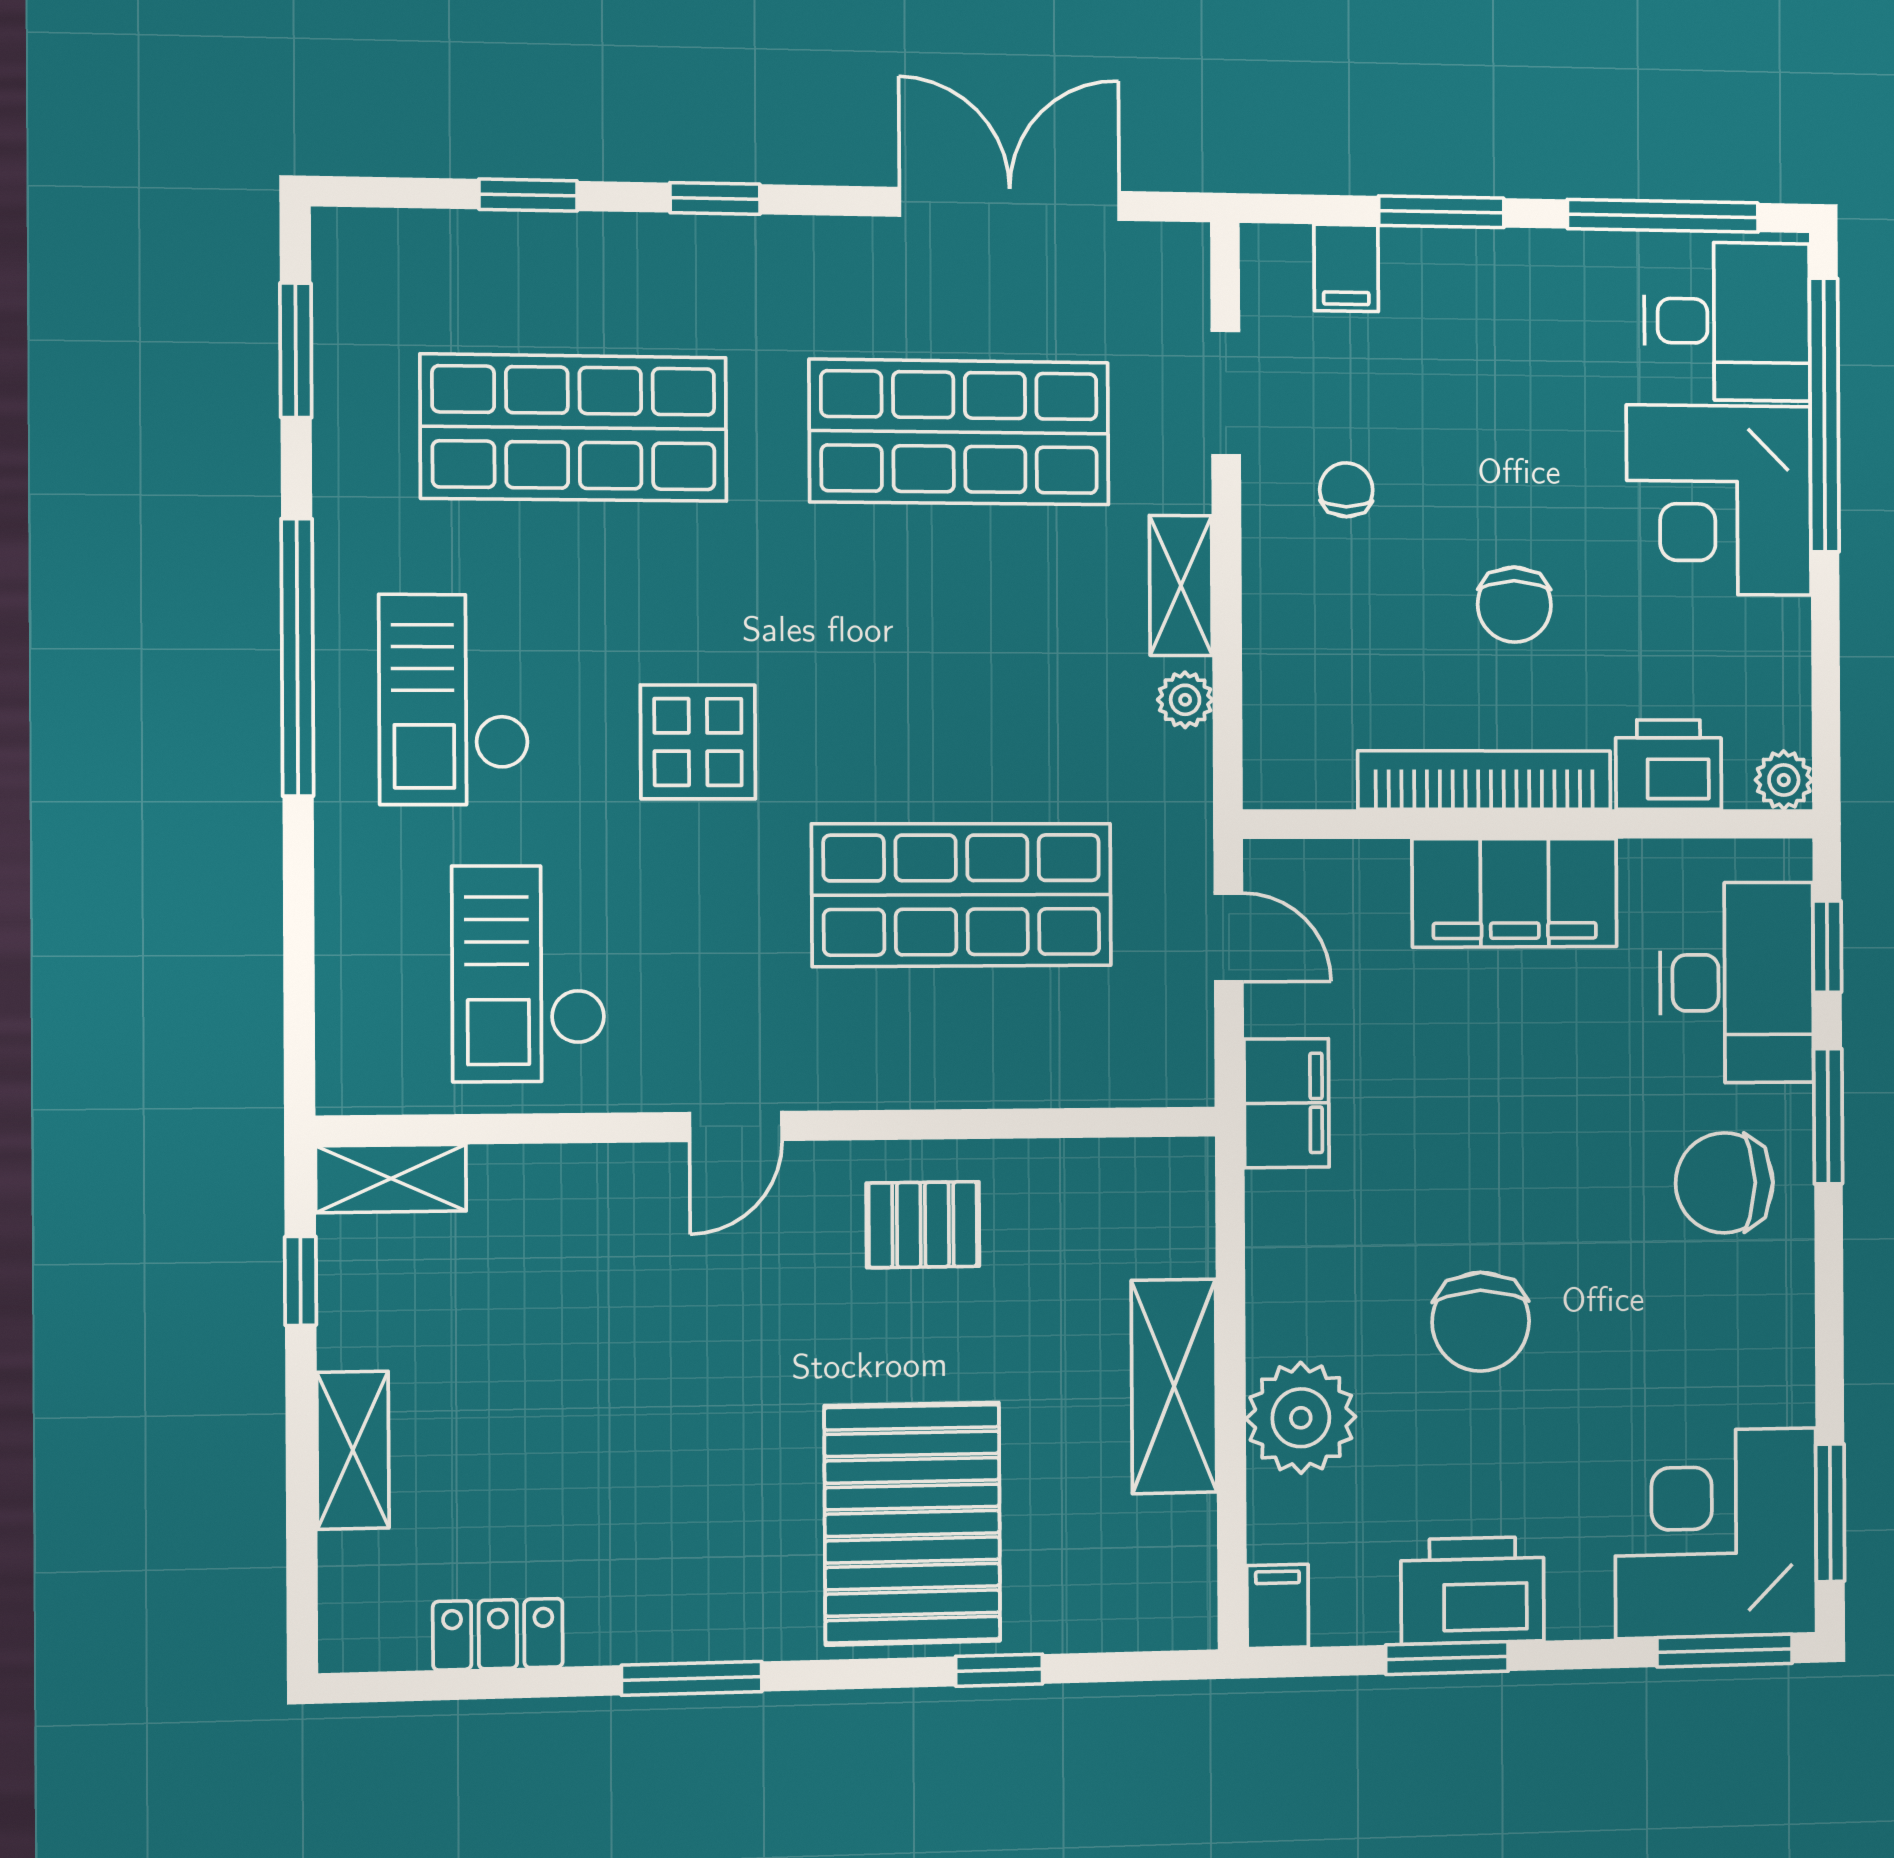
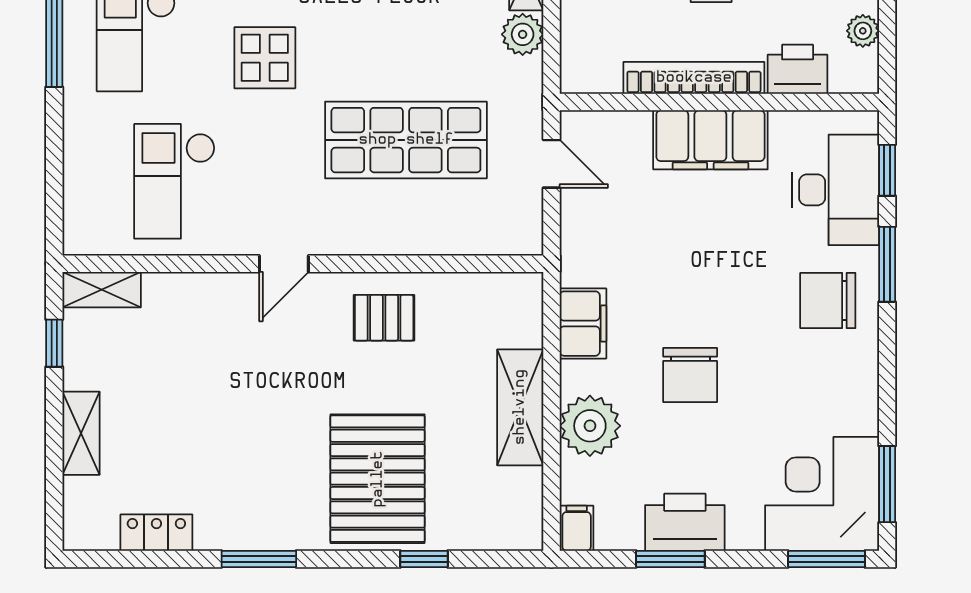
plant: (1185, 700) -> (523, 34), width x1.38, depth x1.38
plant: (1784, 780) -> (863, 31), moved
filing cabinet: (1287, 1103) -> (583, 324), moved

